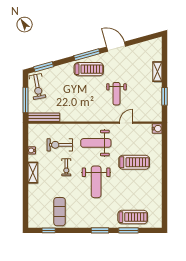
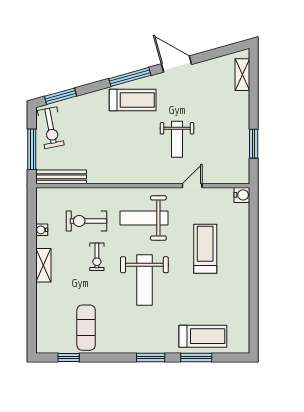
shelving: (157, 72) -> (242, 75), moved
treadmill: (134, 162) -> (205, 249), turned -90

